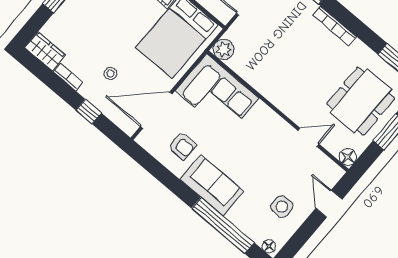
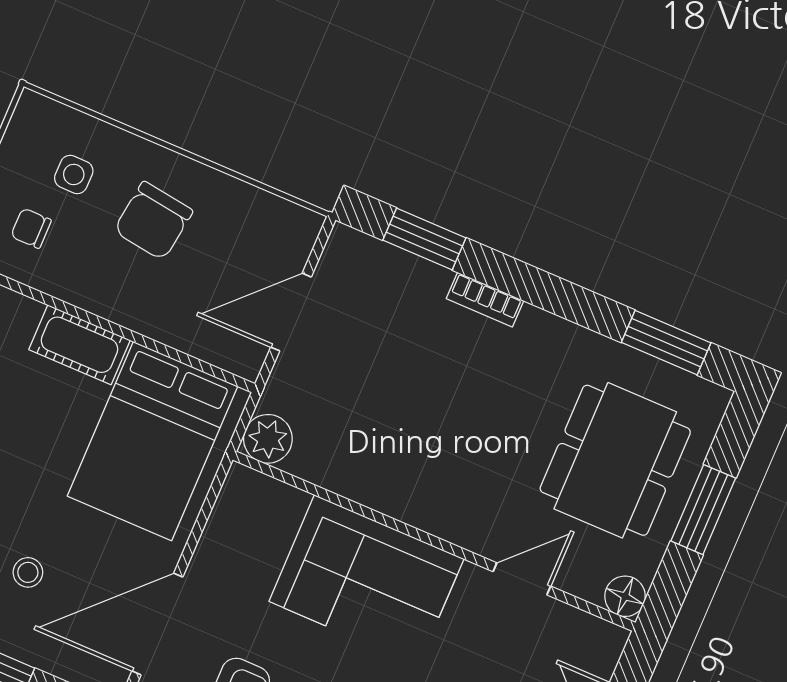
bookcase: (335, 26) -> (485, 300), width x0.64
corner sofa: (217, 94) -> (366, 580), moved

